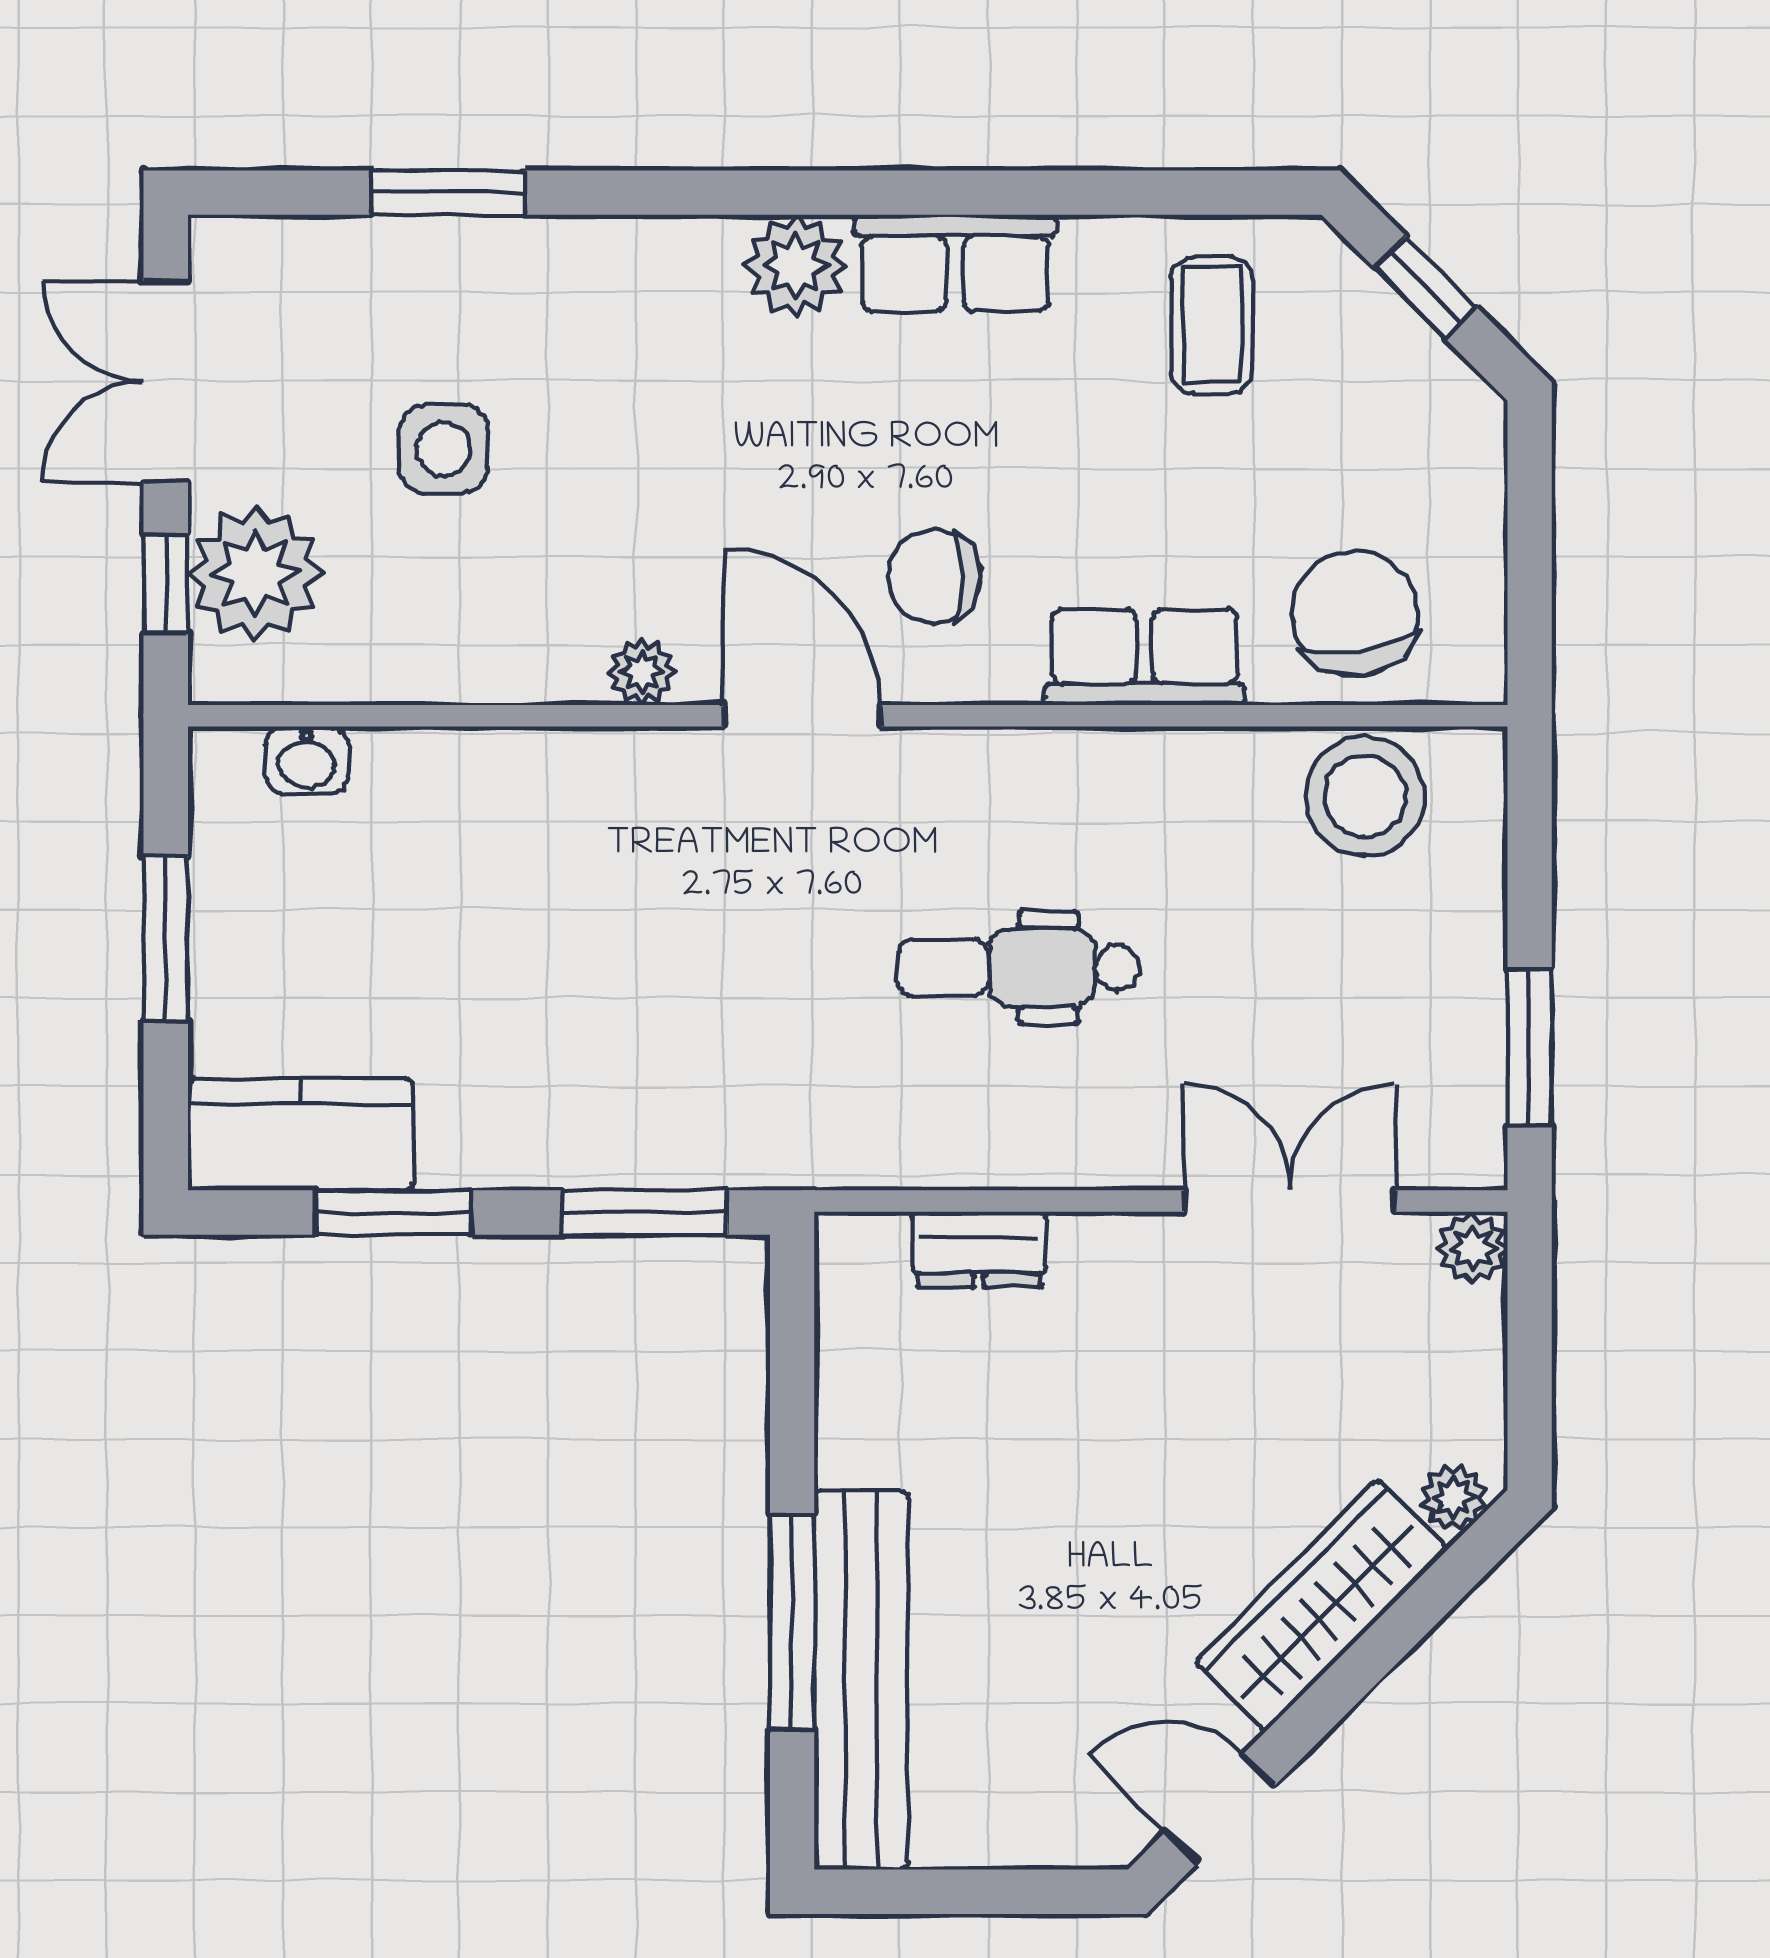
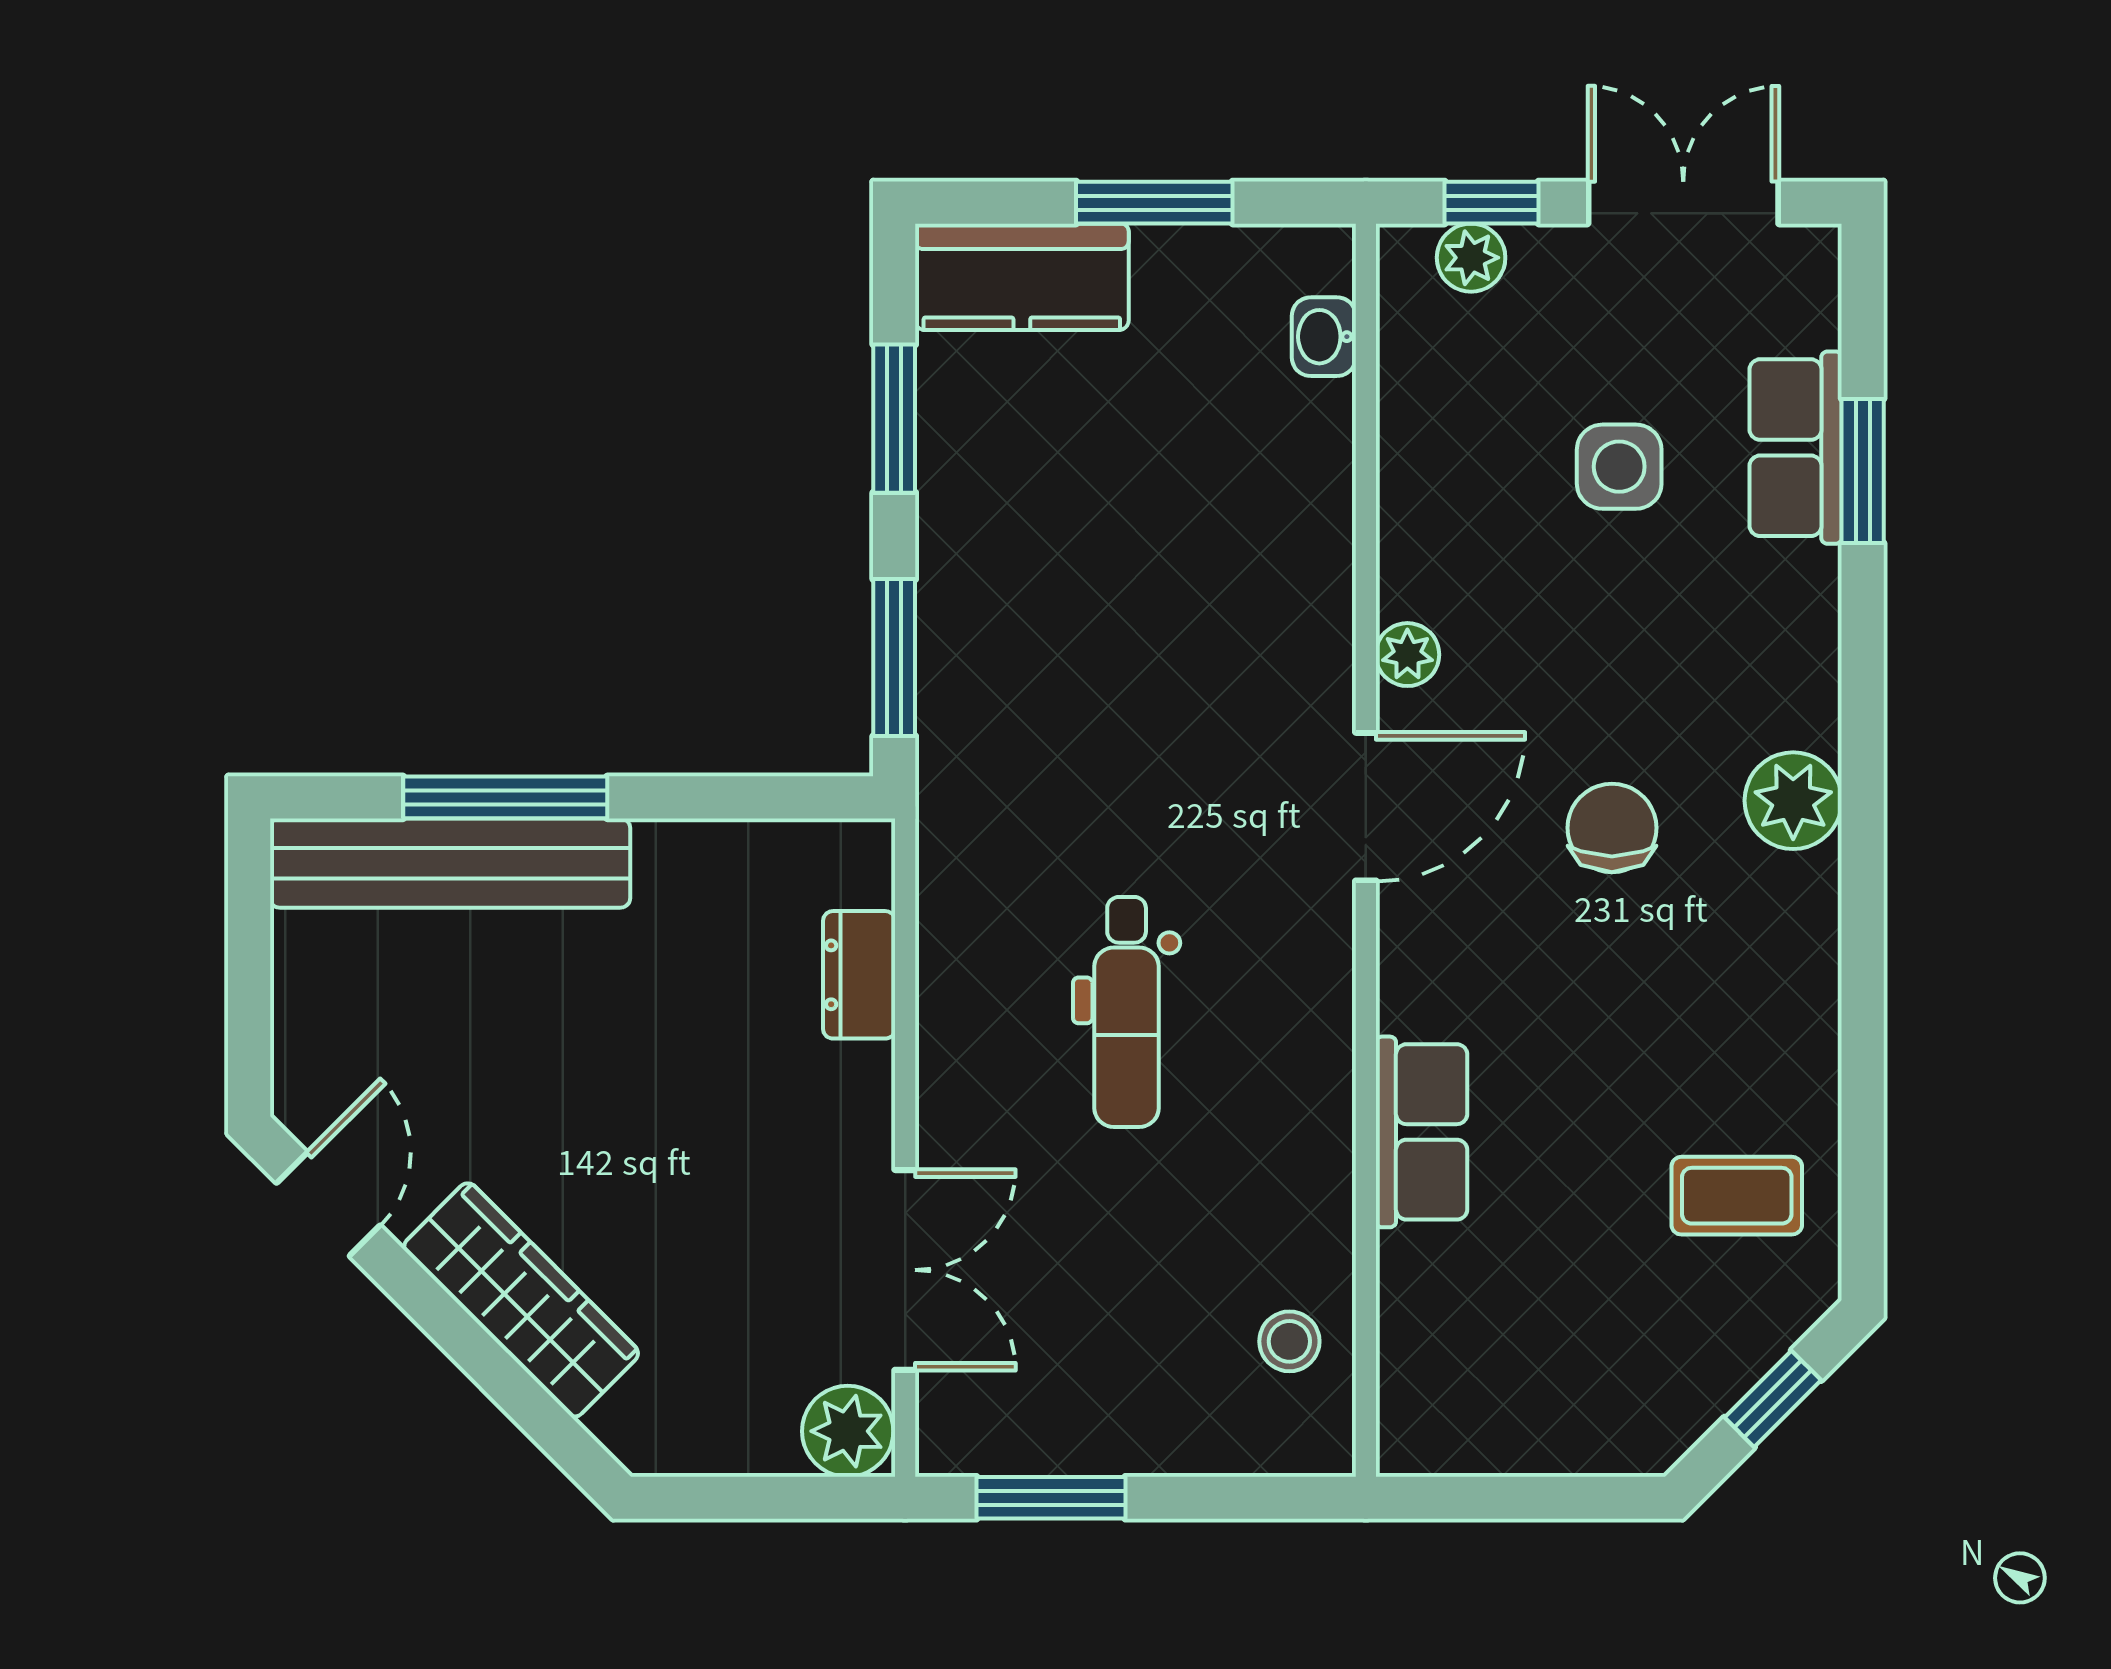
row of seats: (955, 263) -> (1796, 448), moved
plant: (255, 574) -> (1471, 258), width x0.53, depth x0.53
chair: (934, 576) -> (1612, 828), moved
chair: (1354, 614) -> (1463, 1331), removed
stool: (1365, 796) -> (1289, 1341), width x0.53, depth x0.53
dental chair: (1018, 968) -> (1127, 1012), turned 180
kitchen counter: (300, 1134) -> (1022, 277), moved, turned 90
plant: (1473, 1248) -> (848, 1431), width x1.38, depth x1.38
plant: (1453, 1498) -> (624, 1425), removed

